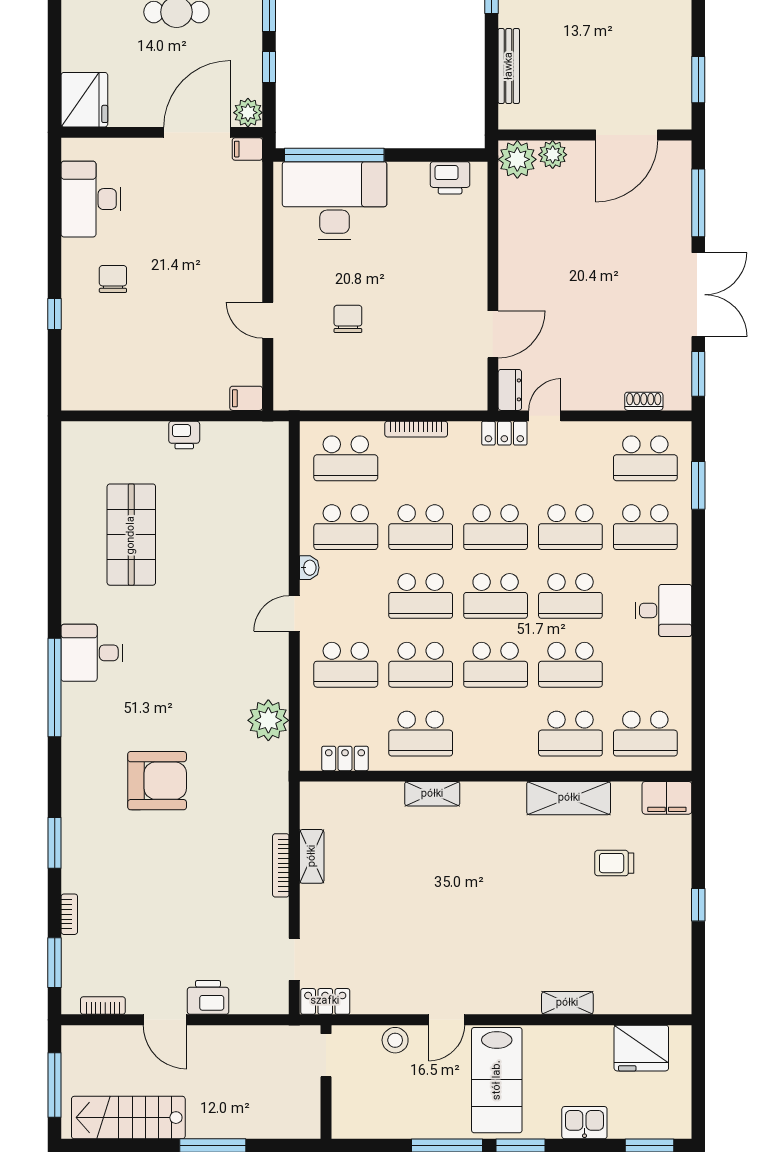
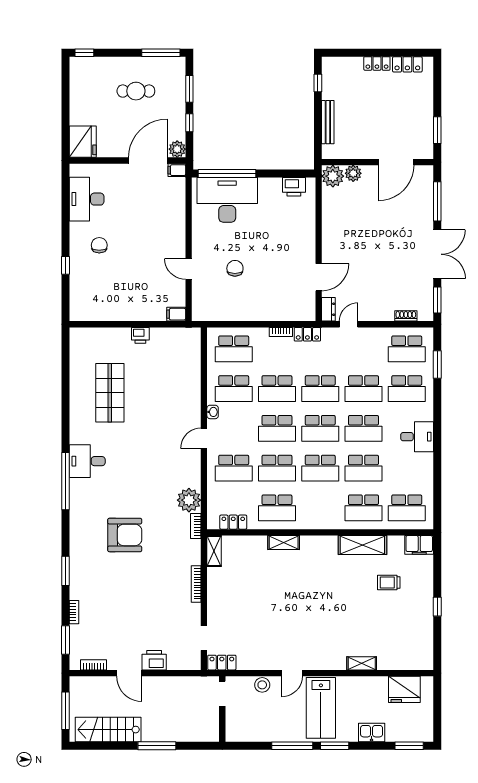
bookcase: (416, 429) -> (281, 332), width x0.64
locker: (504, 433) -> (307, 334), moved
bookcase: (280, 765) -> (196, 526), added
shelving: (312, 856) -> (214, 551), moved

